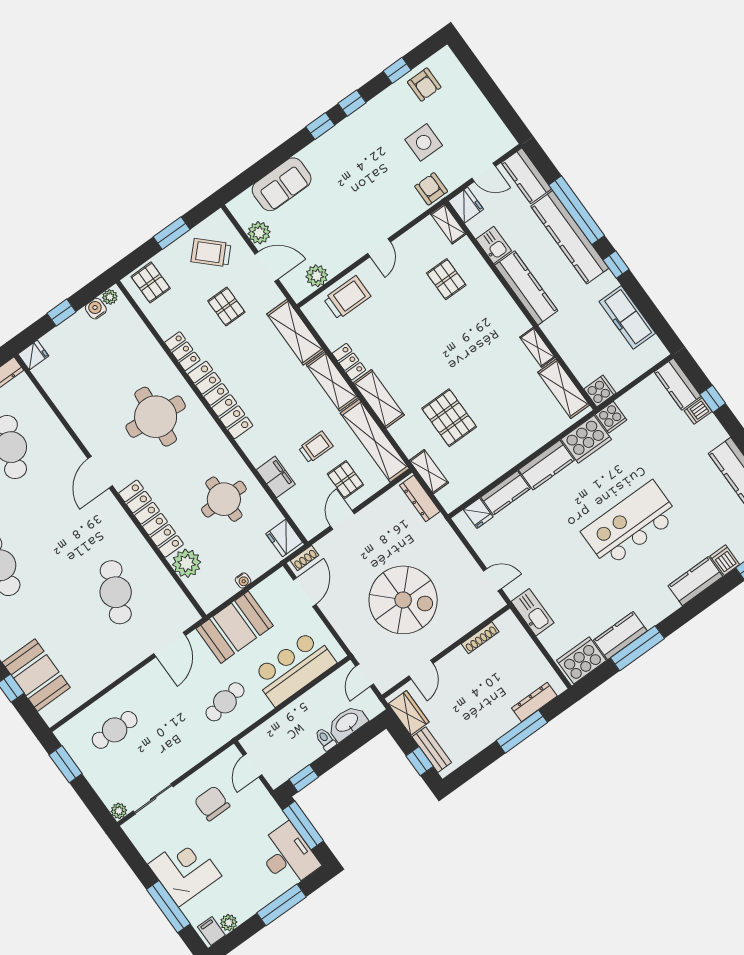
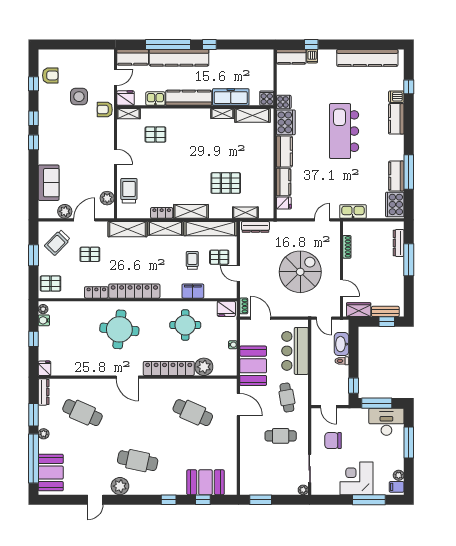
freezer: (627, 317) -> (231, 97), moved, turned 180
cafe table: (115, 730) -> (281, 436), moved, turned 90

